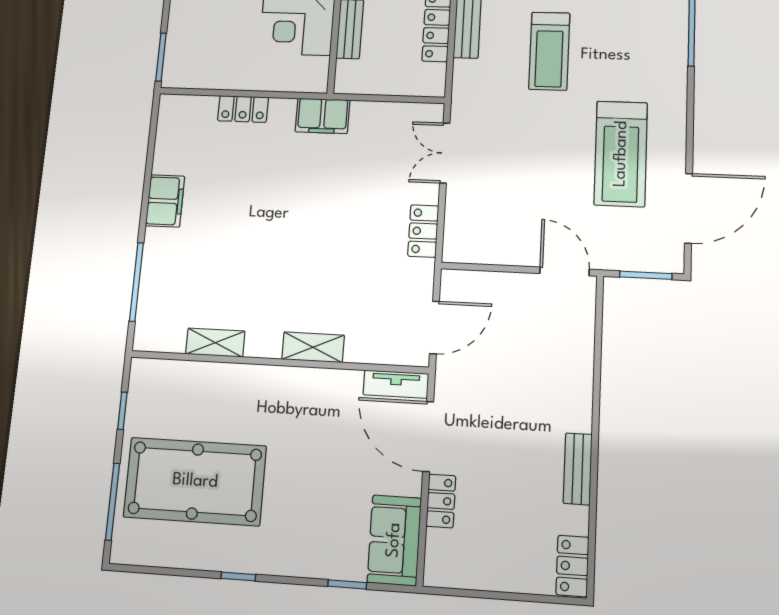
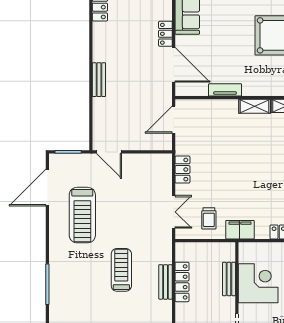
trolley: (379, 139) -> (209, 218), added
treadmill: (621, 154) -> (82, 215), turned 180
shelving: (313, 347) -> (255, 106), moved
tv unit: (396, 384) -> (225, 90), moved
bench: (578, 469) -> (99, 80), moved

